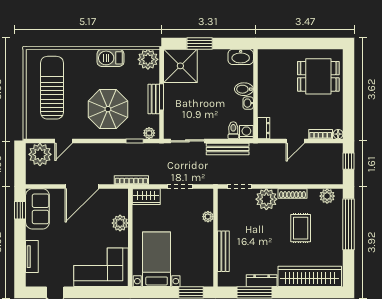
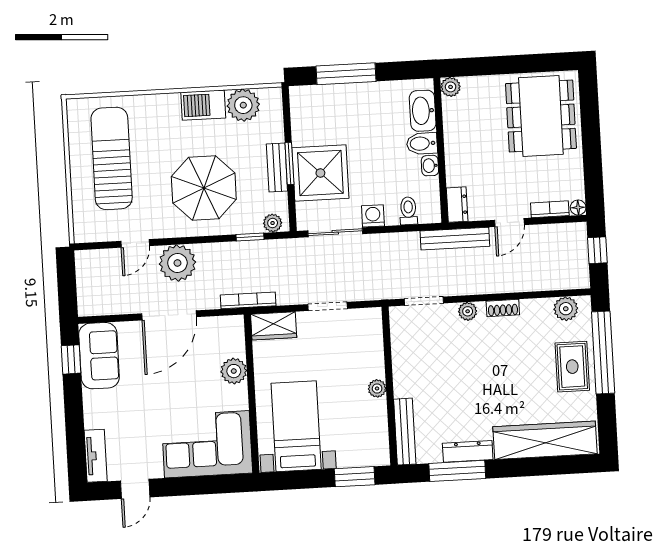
window: (200, 43) -> (346, 74), width x1.44
plant: (264, 55) -> (451, 87), added
washbasin: (241, 57) -> (423, 111), moved, turned 90
plant: (148, 59) -> (243, 105), moved
shower: (180, 66) -> (320, 173), moved
dining table: (318, 76) -> (541, 116), width x1.38
washing machine: (246, 132) -> (373, 216), moved
bench: (228, 149) -> (455, 239), moved
plant: (40, 154) -> (177, 263), moved
shoe rack: (293, 193) -> (503, 308), width x0.70
plant: (266, 199) -> (468, 311), width x0.53, depth x0.53
plant: (208, 217) -> (377, 388), moved
rug: (301, 228) -> (572, 367), moved
bench: (223, 251) -> (405, 432), moved
tv unit: (32, 257) -> (96, 456), moved

